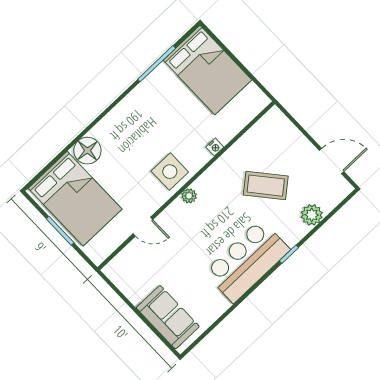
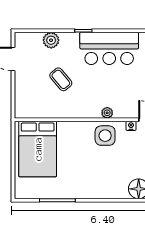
bed: (207, 70) -> (38, 149), moved, turned 180
nightstand: (215, 147) -> (131, 126), moved
coffee table: (266, 186) -> (61, 79), width x0.73, depth x0.77

